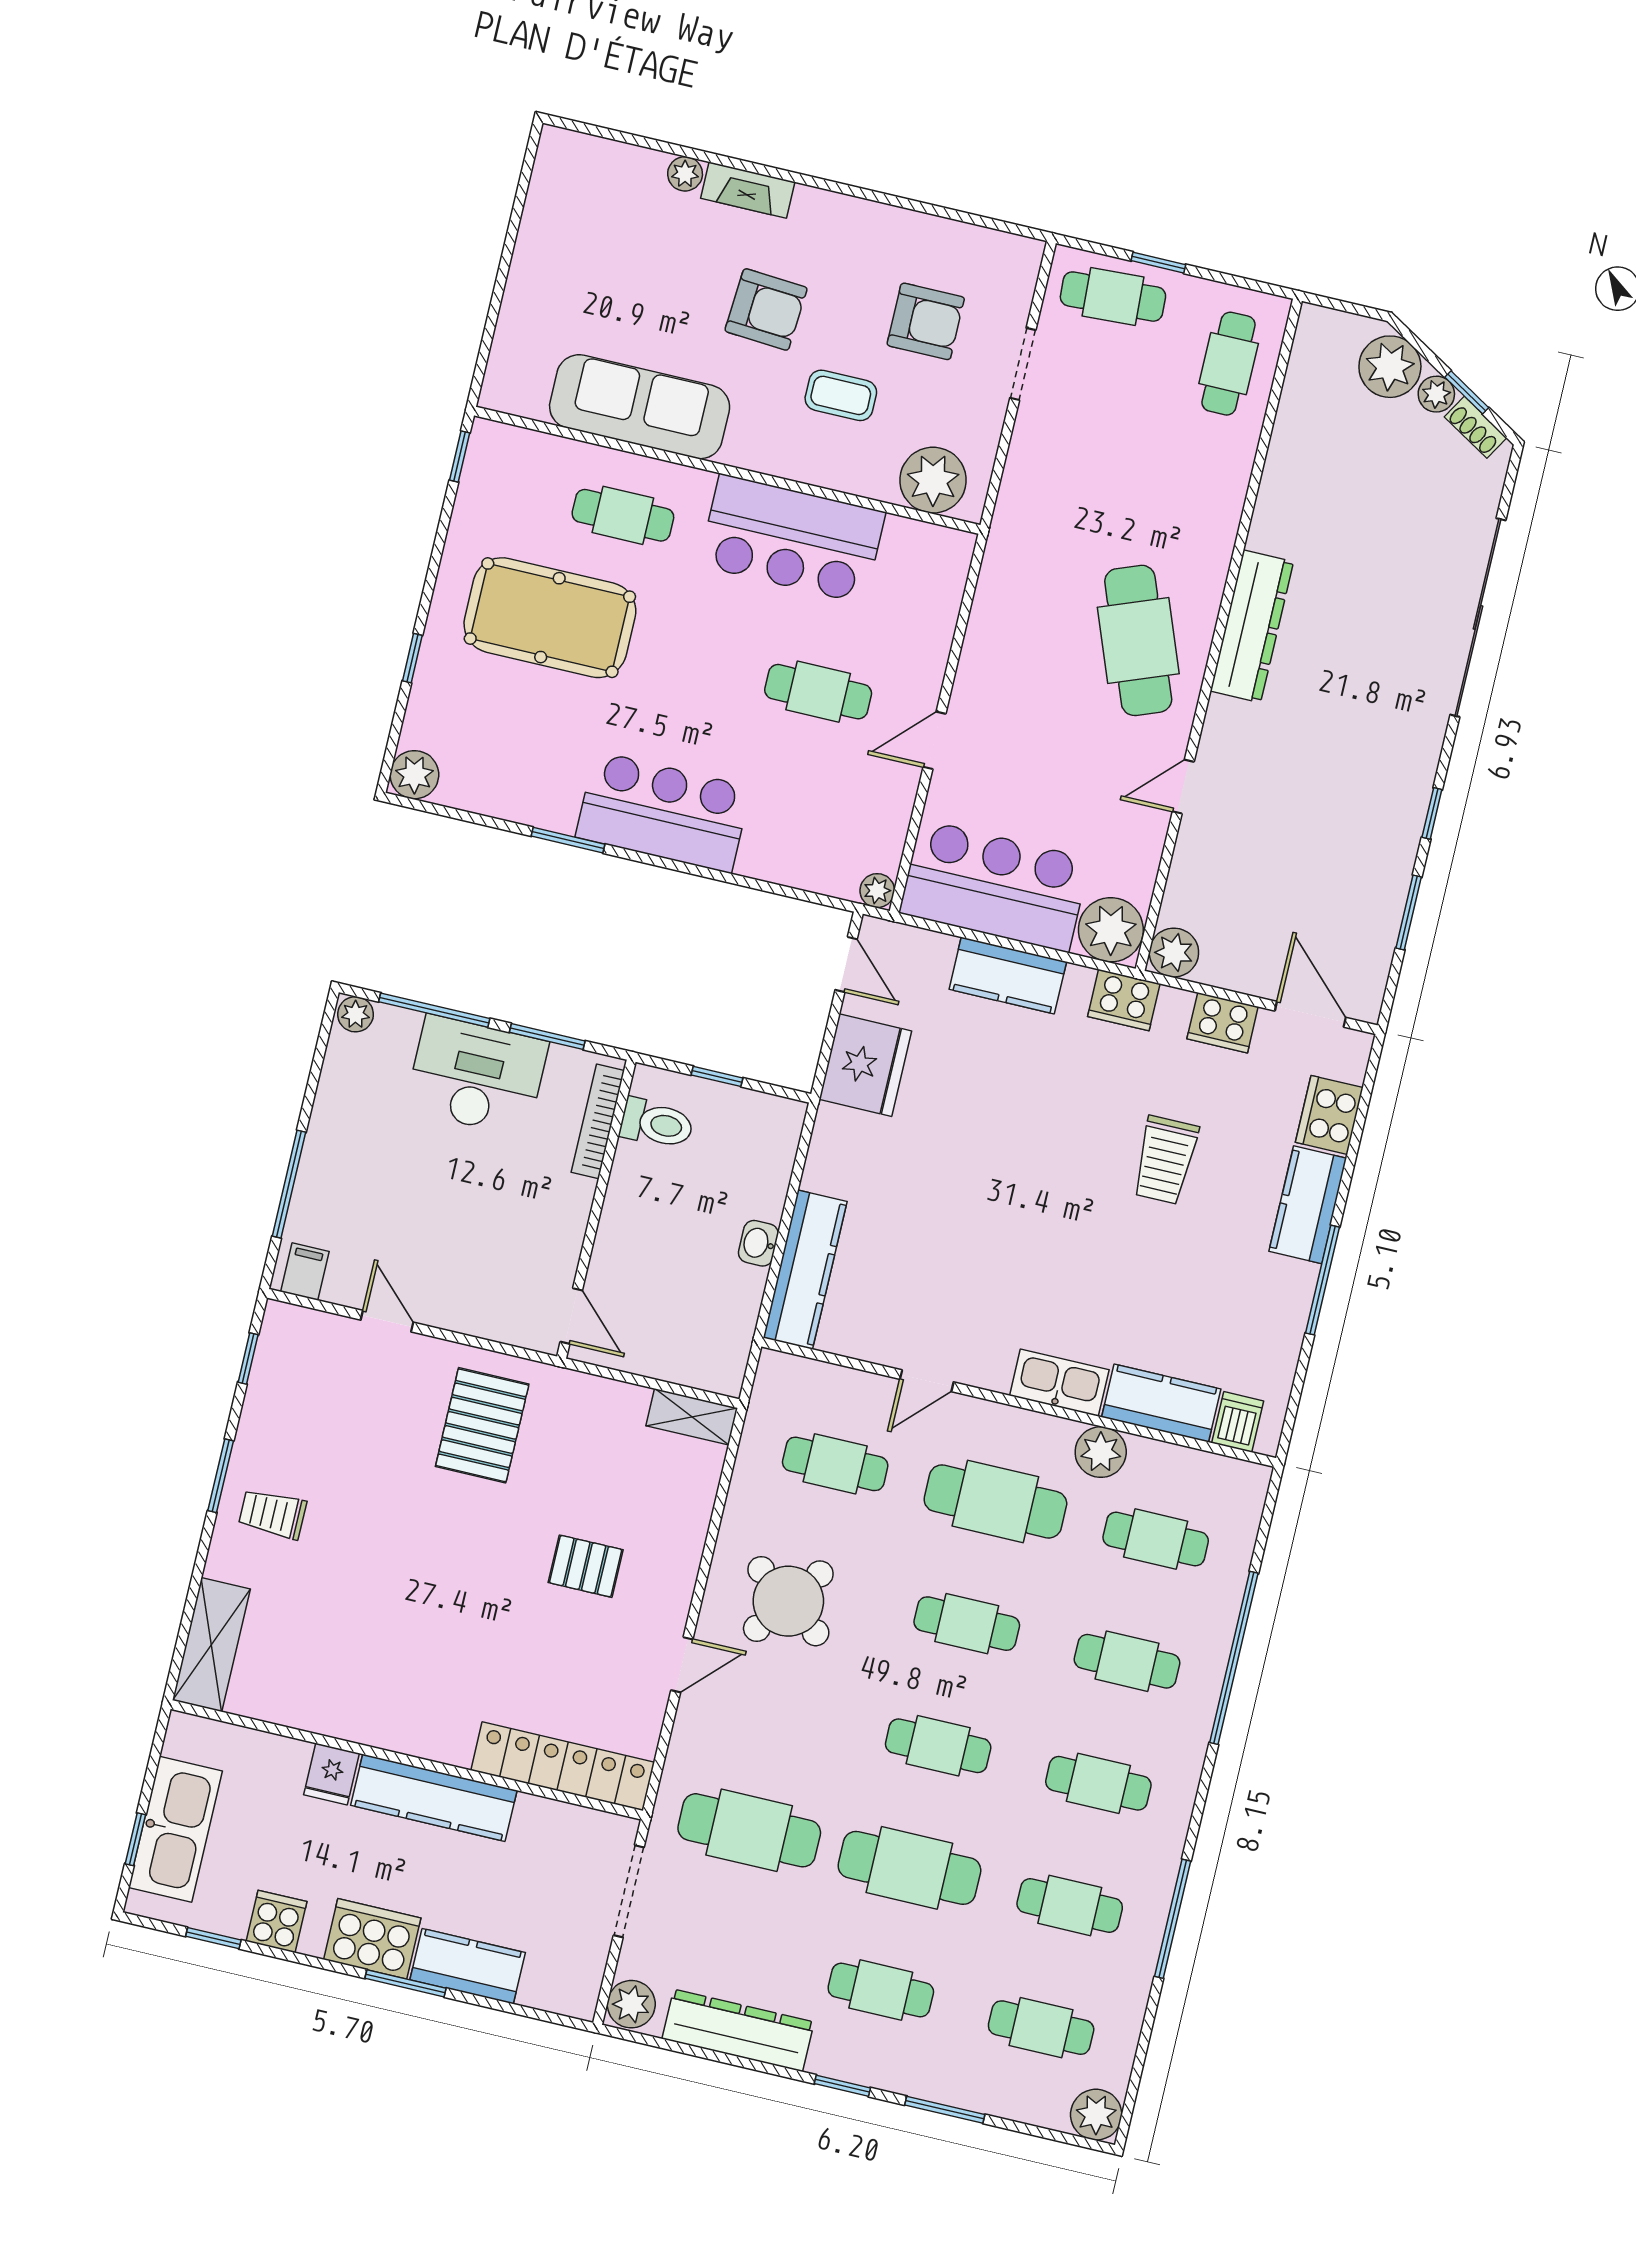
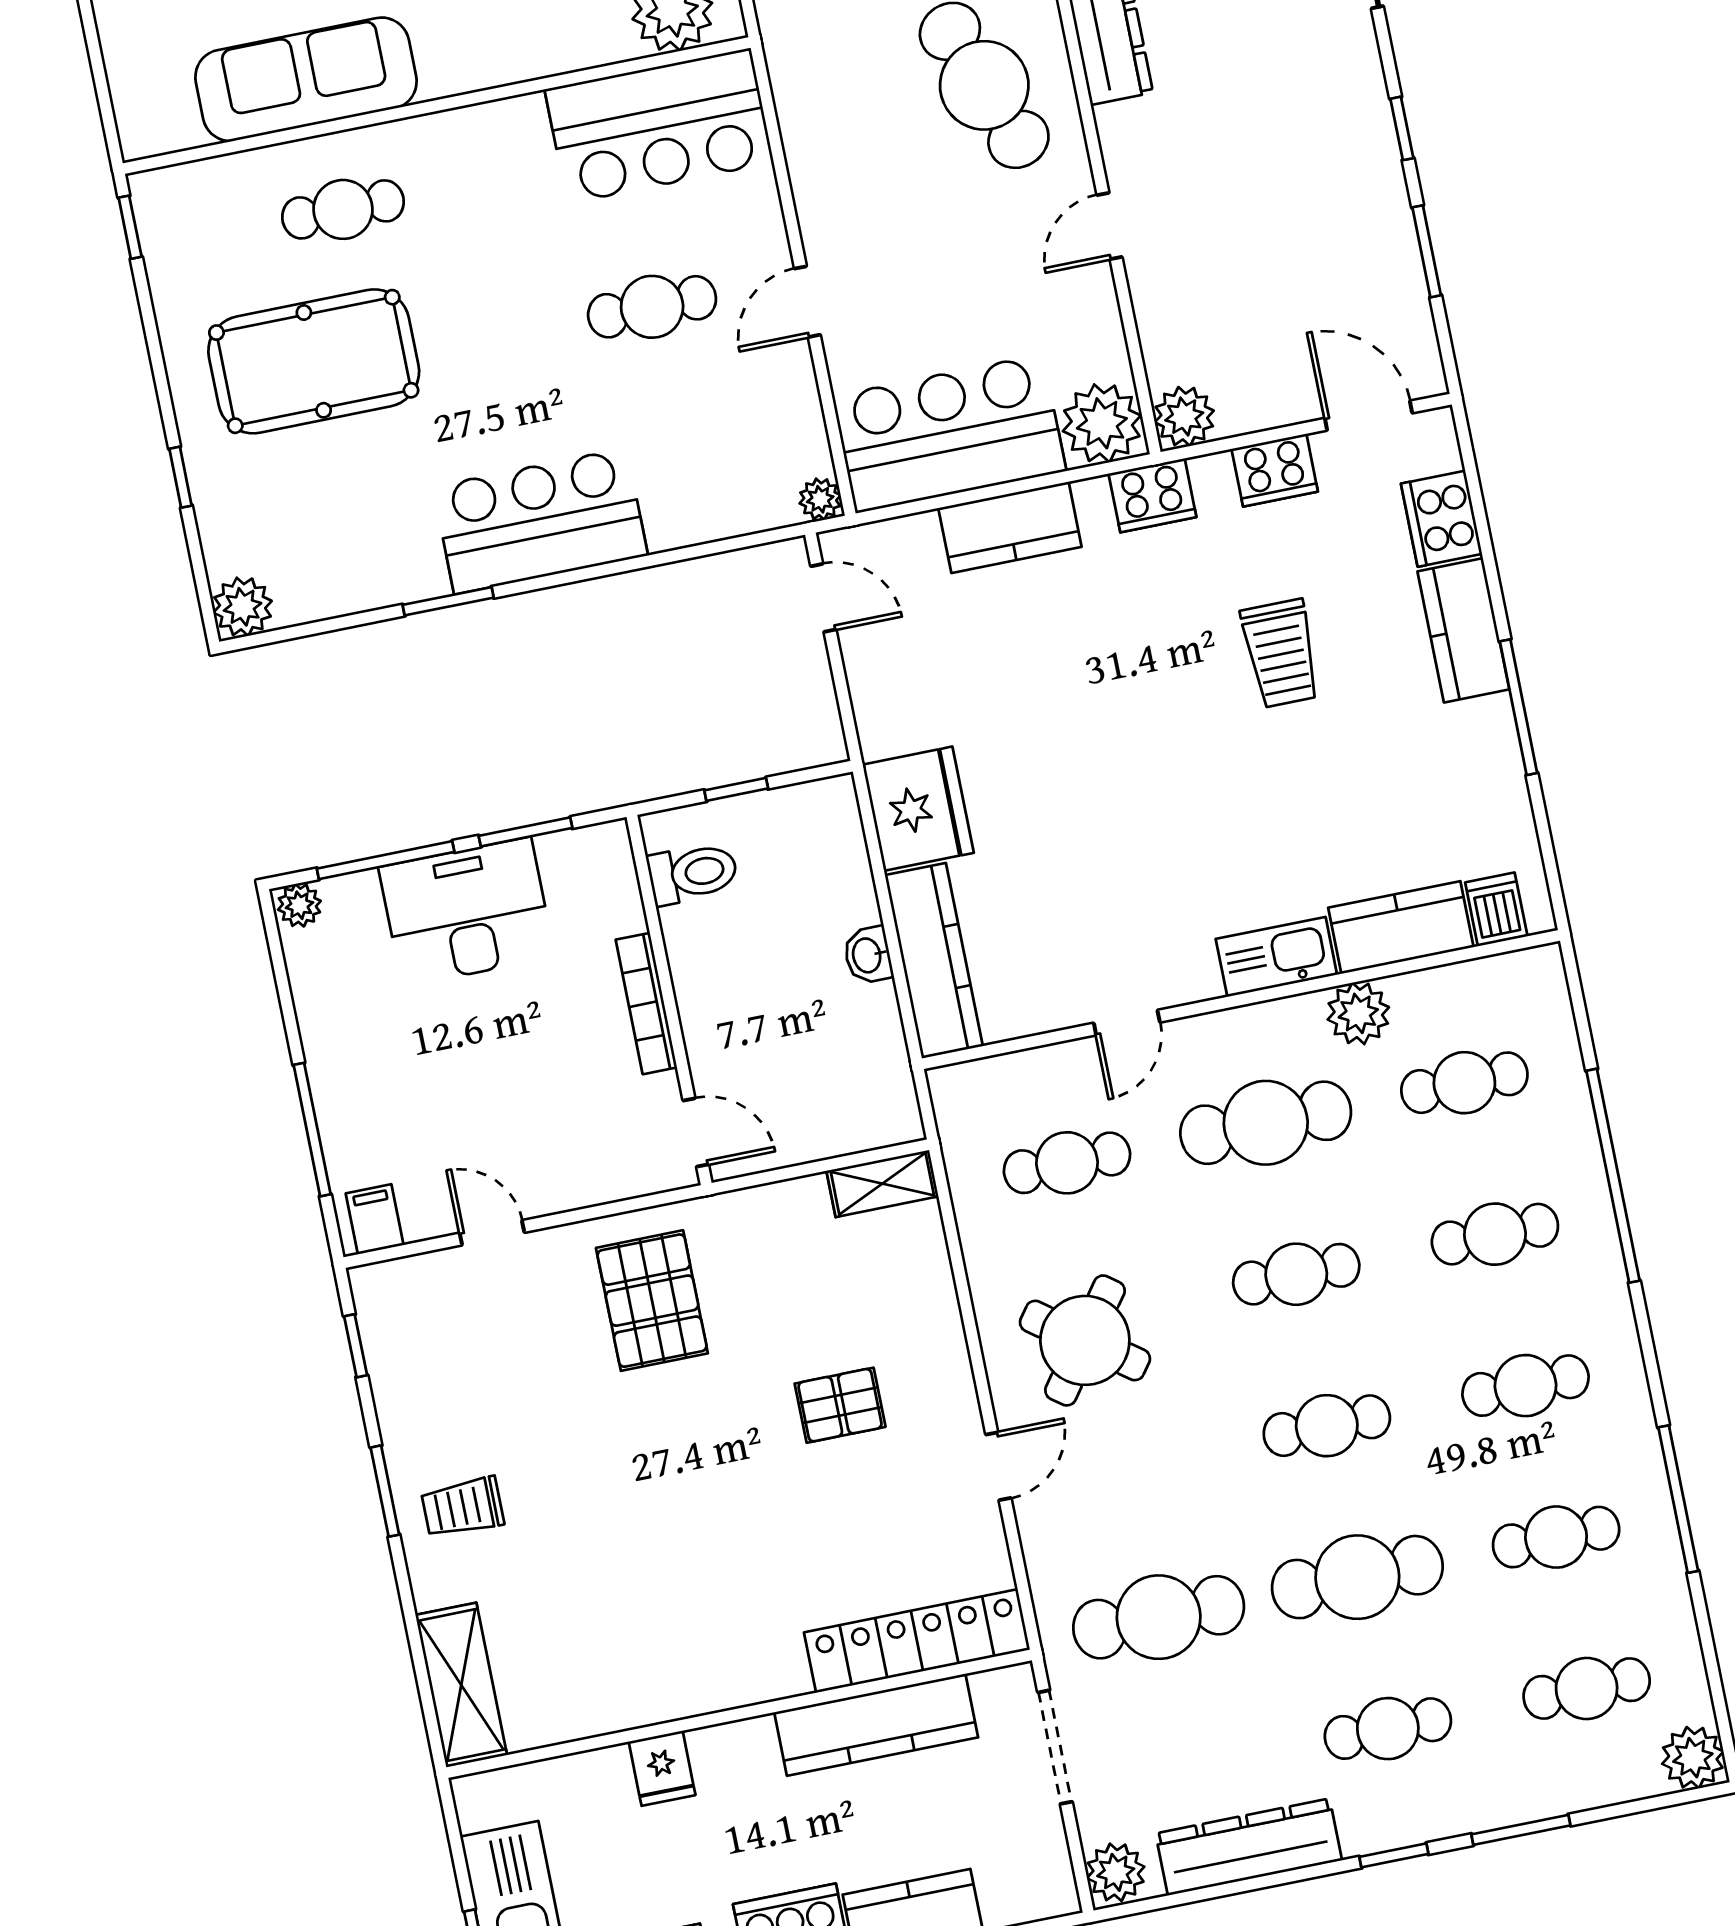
bar counter: (792, 539) -> (659, 126), moved
fridge: (865, 1065) -> (918, 809), moved
bookcase: (598, 1121) -> (646, 1004), moved
kitchen counter: (434, 1798) -> (876, 1725), moved

